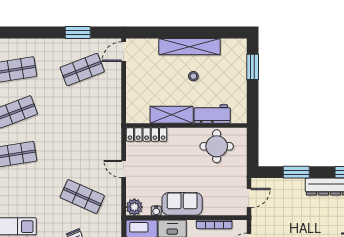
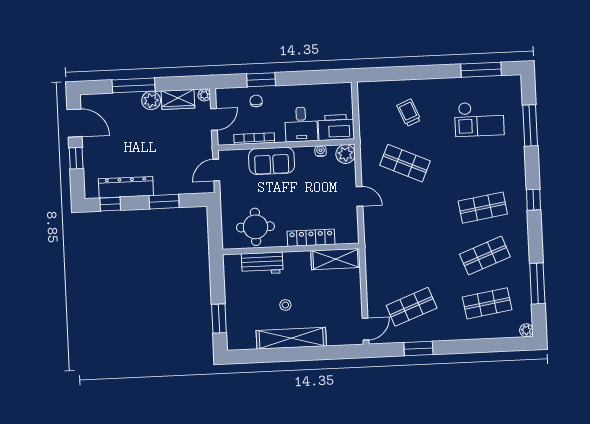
shelving: (172, 115) -> (336, 259), moved
locker: (147, 134) -> (311, 238), moved
sofa: (182, 204) -> (272, 161), moved

